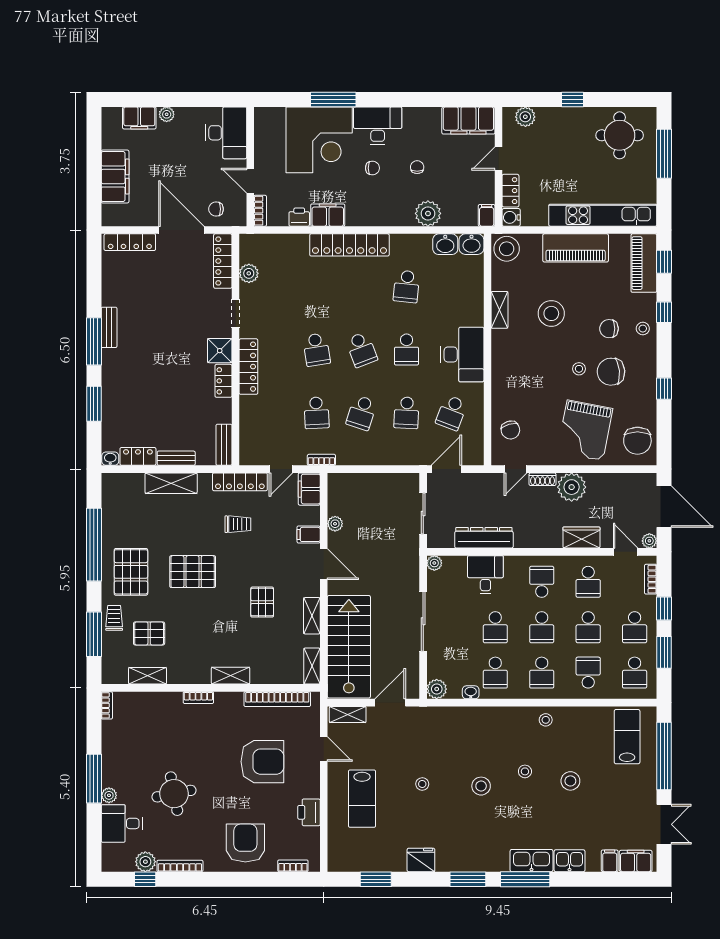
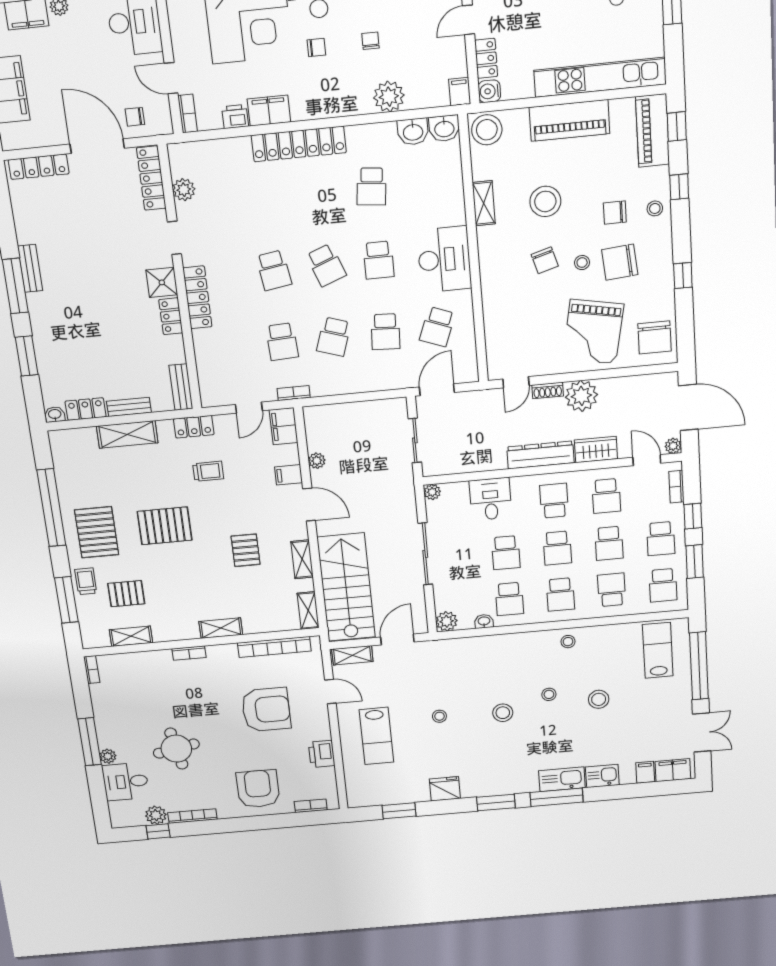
chair: (510, 430) -> (545, 260), moved
locker: (240, 482) -> (194, 427), width x0.66
dresser: (484, 538) -> (541, 455), moved

